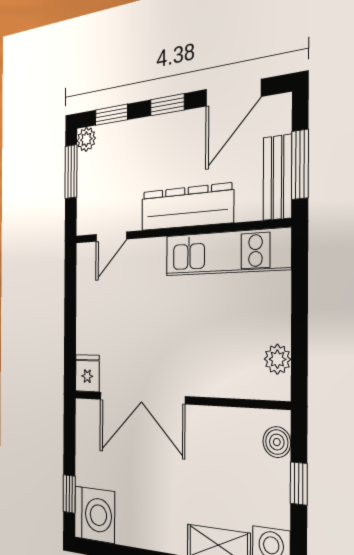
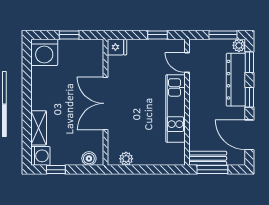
dresser: (186, 207) -> (236, 80), moved, turned 180
kitchen unit: (226, 252) -> (175, 108), moved
window: (70, 296) -> (157, 35), added
double door: (141, 398) -> (106, 103), moved
window: (299, 484) -> (56, 170), moved
window: (69, 494) -> (69, 35), moved

